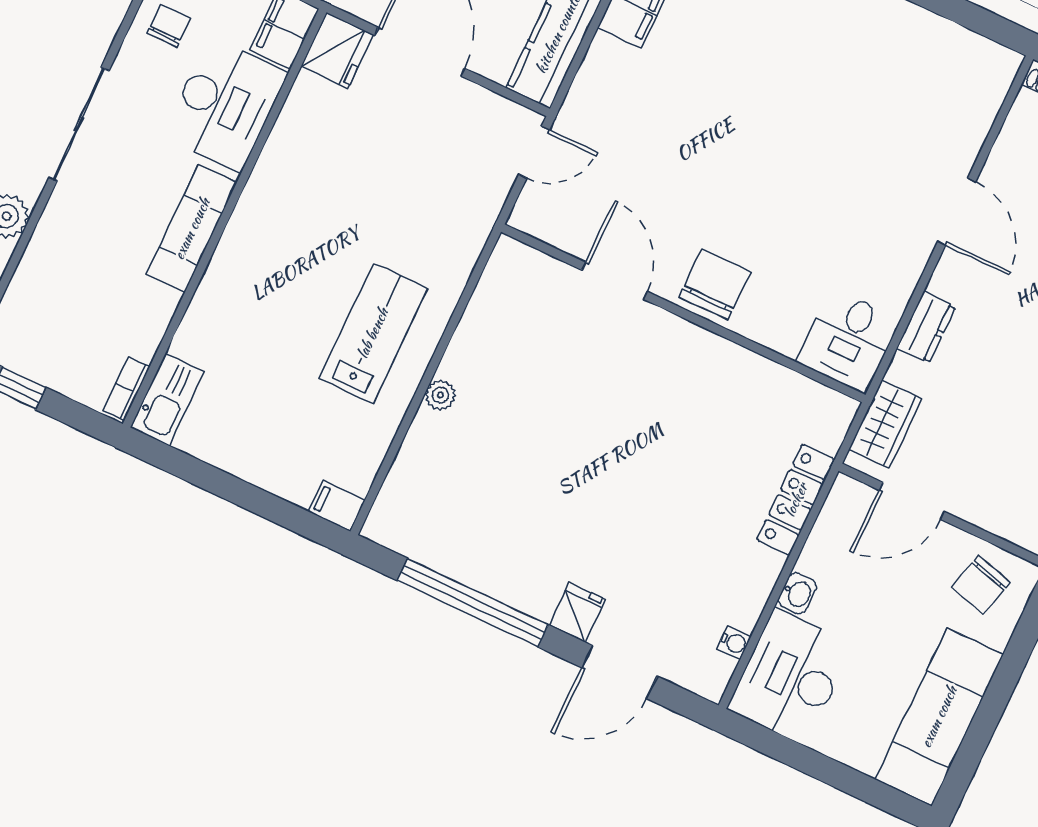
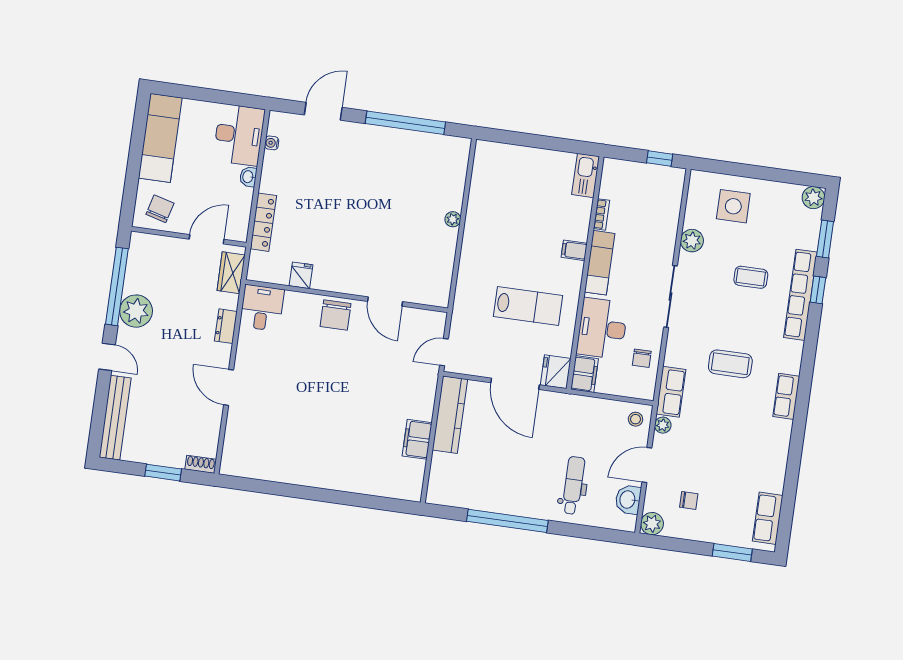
lab bench: (373, 333) -> (528, 306), moved, turned -90
bookcase: (126, 389) -> (602, 214), moved
filing cabinet: (337, 506) -> (574, 250), moved, turned 180
fridge: (577, 612) -> (301, 275), moved, turned 180

